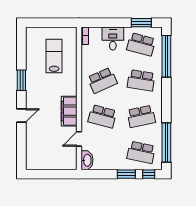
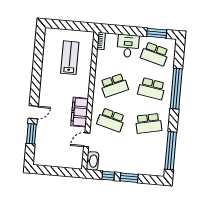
window: (166, 56) -> (176, 89), moved
window: (21, 80) -> (31, 134), moved
school desk: (141, 152) -> (145, 158), removed
window: (149, 174) -> (108, 176), moved

